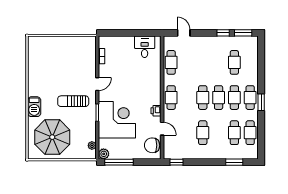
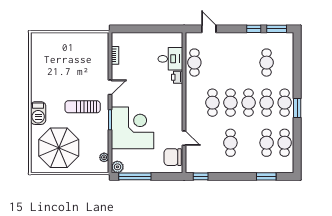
desk: (145, 47) -> (170, 59), moved, turned 90
cafe table: (171, 98) -> (212, 103), moved
printer: (156, 111) -> (177, 77), moved

